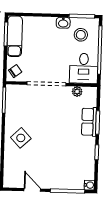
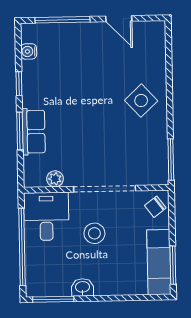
stool: (81, 35) -> (94, 233), moved
water cooler: (89, 185) -> (29, 51), moved

